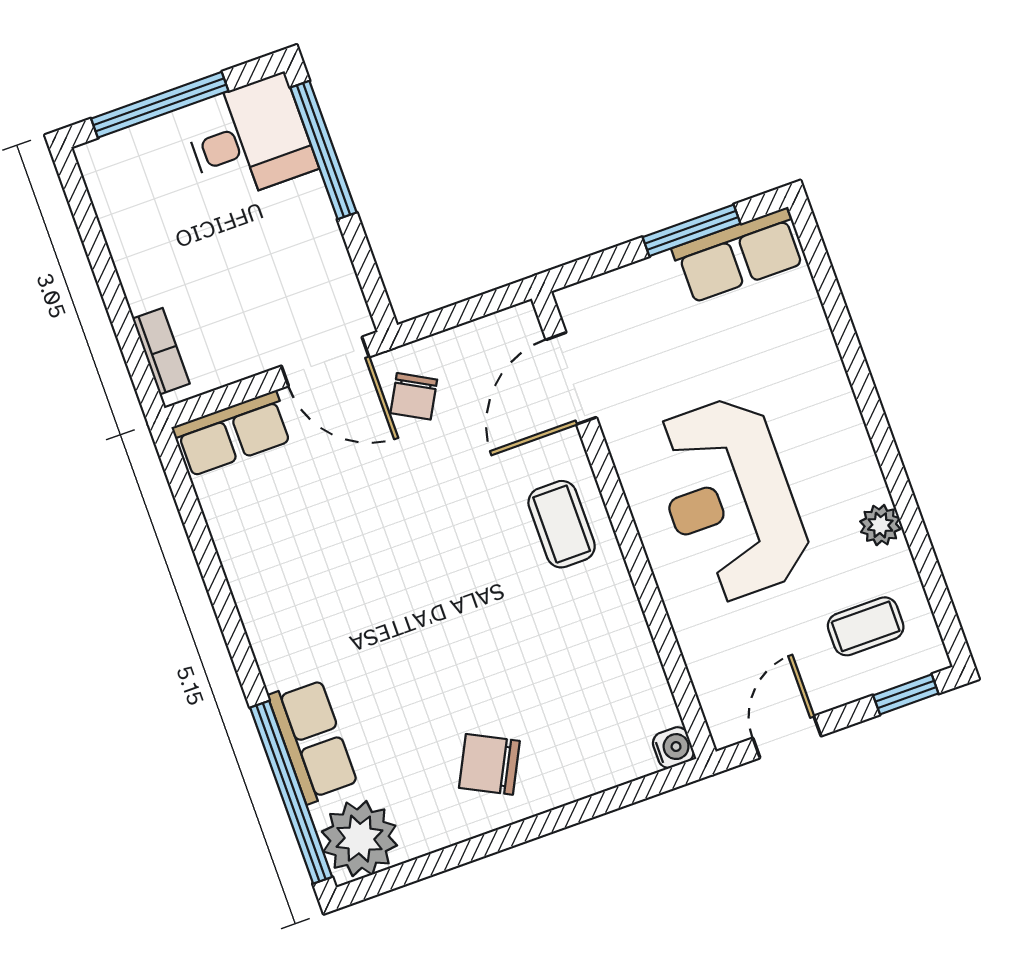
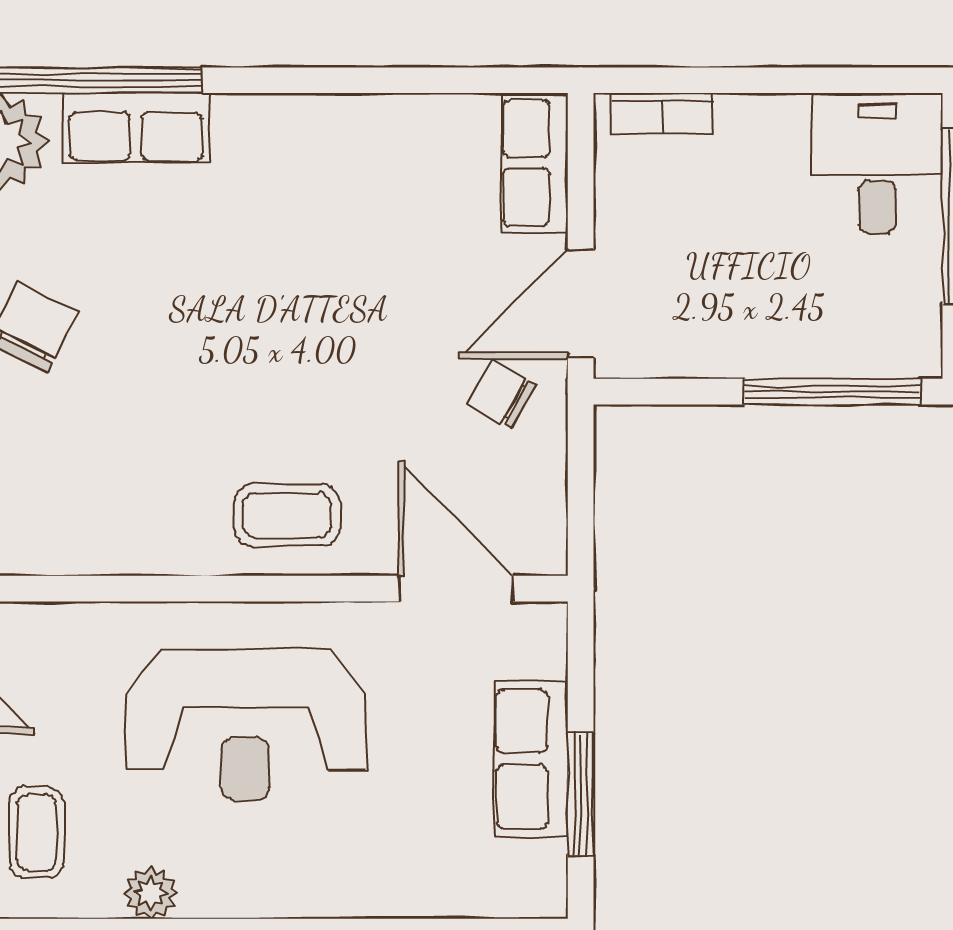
desk: (249, 139) -> (877, 163), moved, turned 180
row of seats: (739, 255) -> (531, 759), moved
reception desk: (729, 499) -> (245, 725), turned 180

